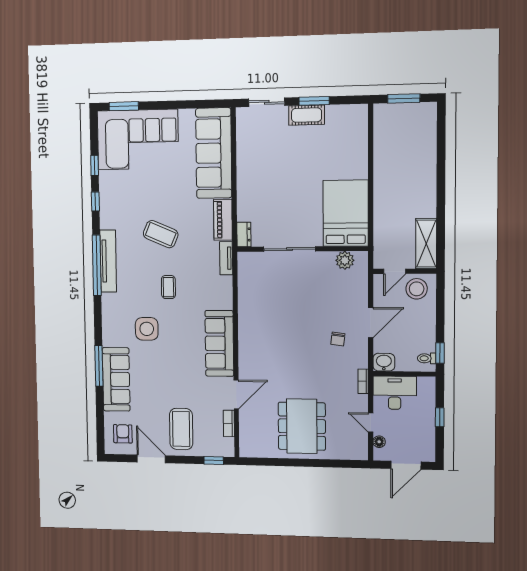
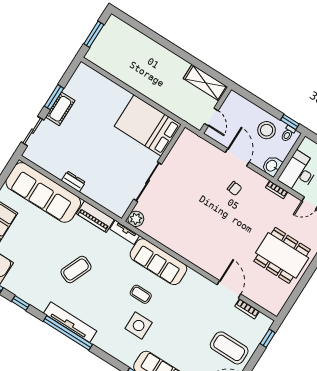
dresser: (244, 234) -> (73, 181), moved
plant: (345, 260) -> (136, 219), moved
coffee table: (168, 287) -> (141, 294), moved
stool: (417, 289) -> (267, 130), moved
sofa: (219, 343) -> (158, 262), moved

